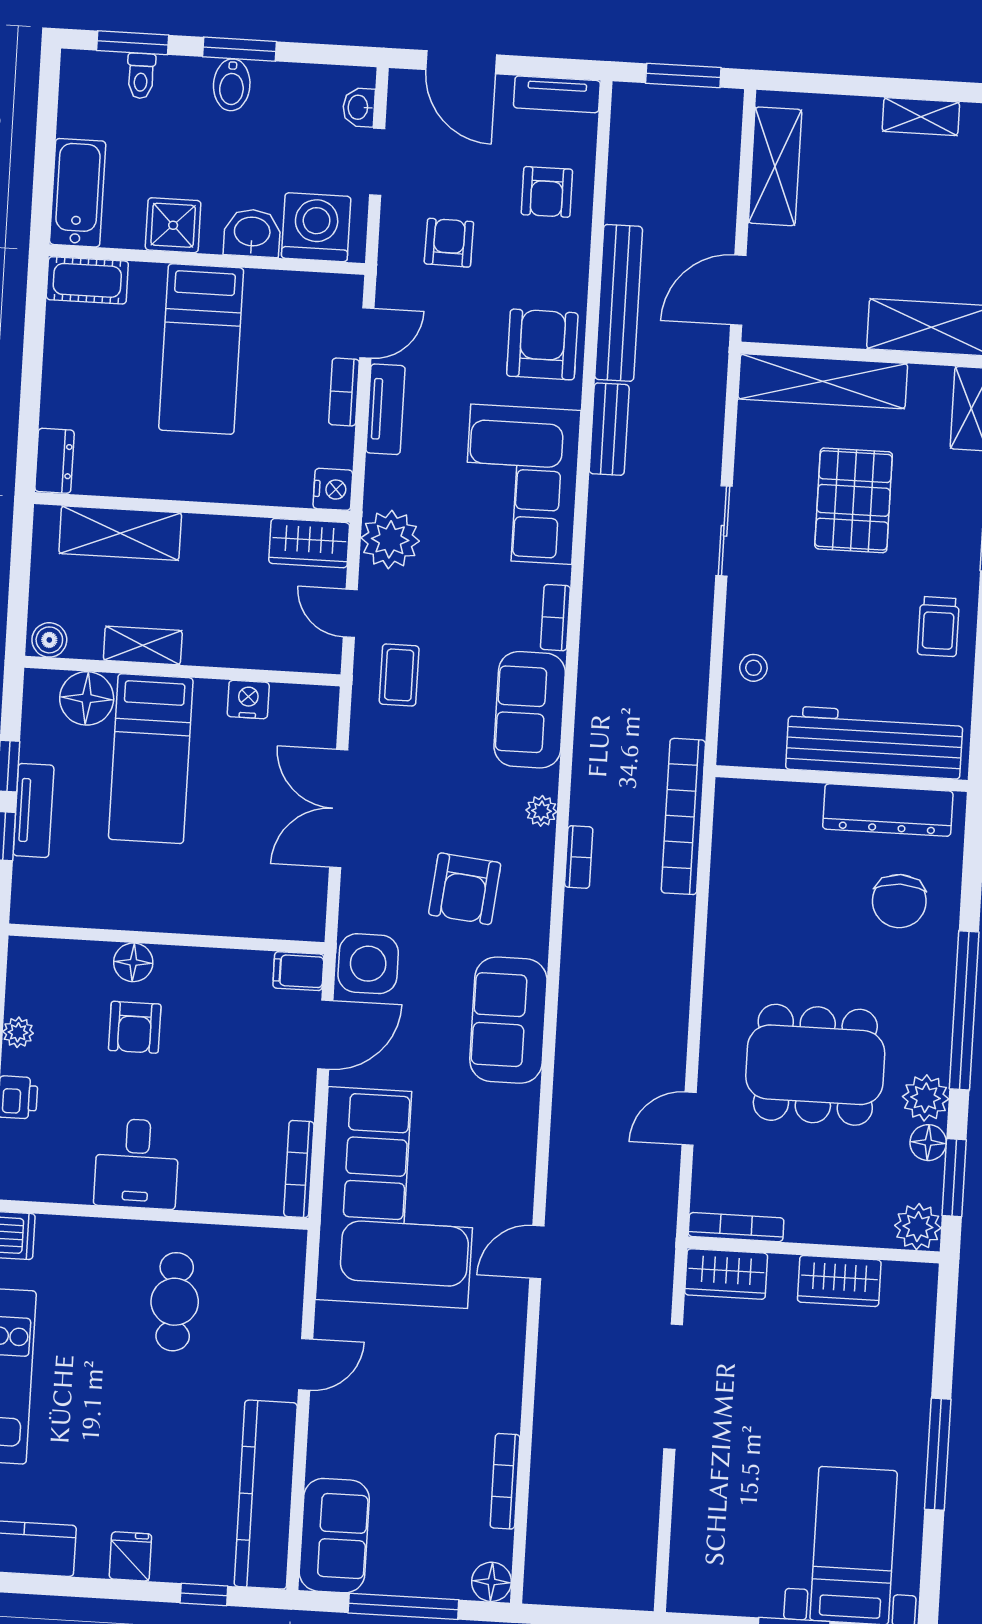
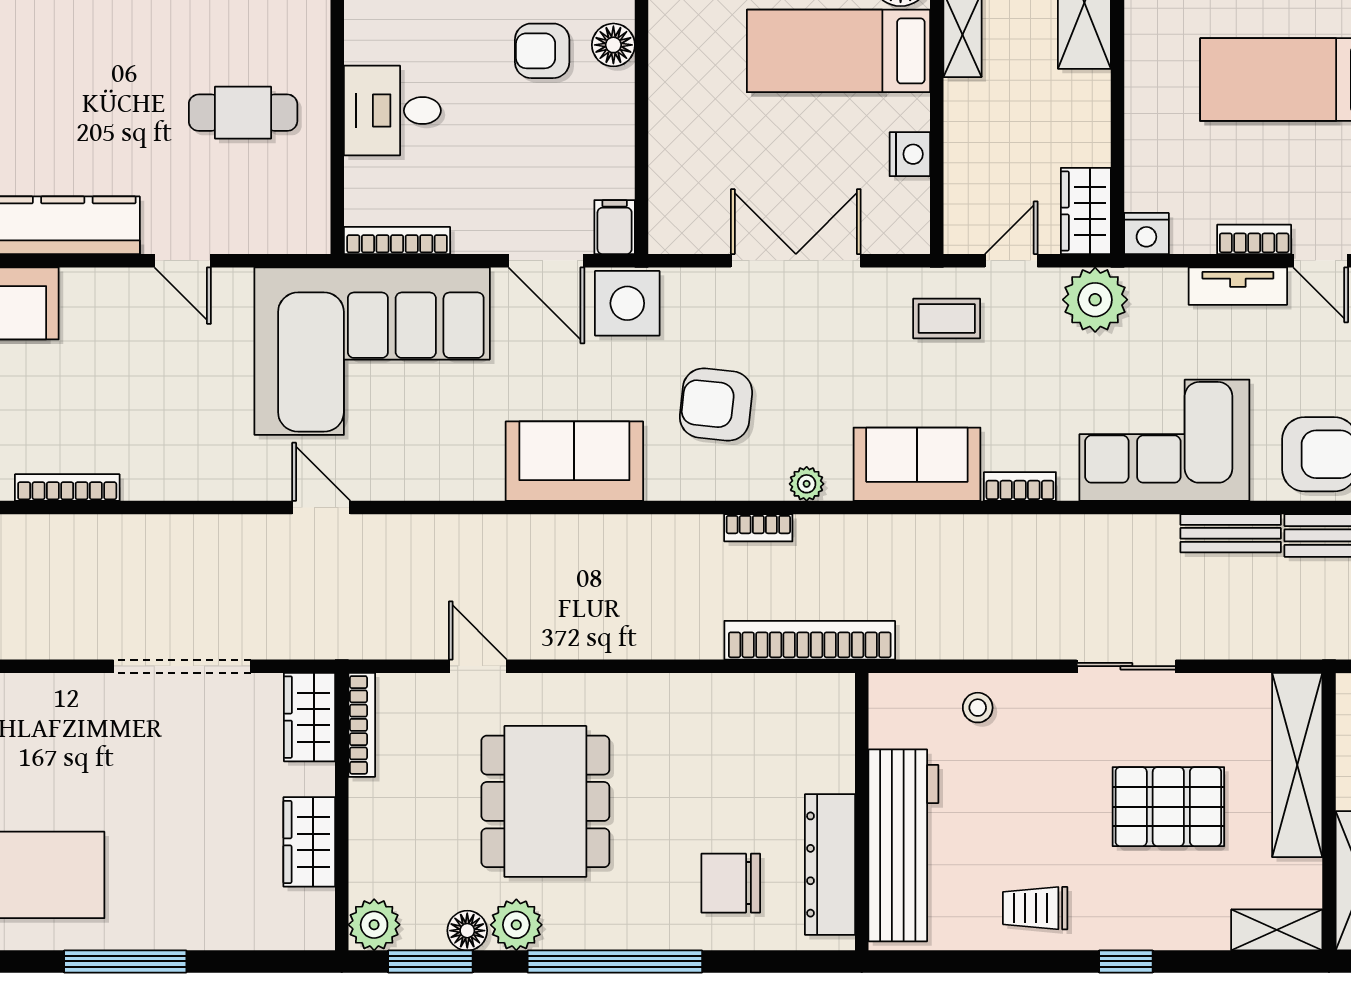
desk: (137, 1164) -> (392, 111), moved

